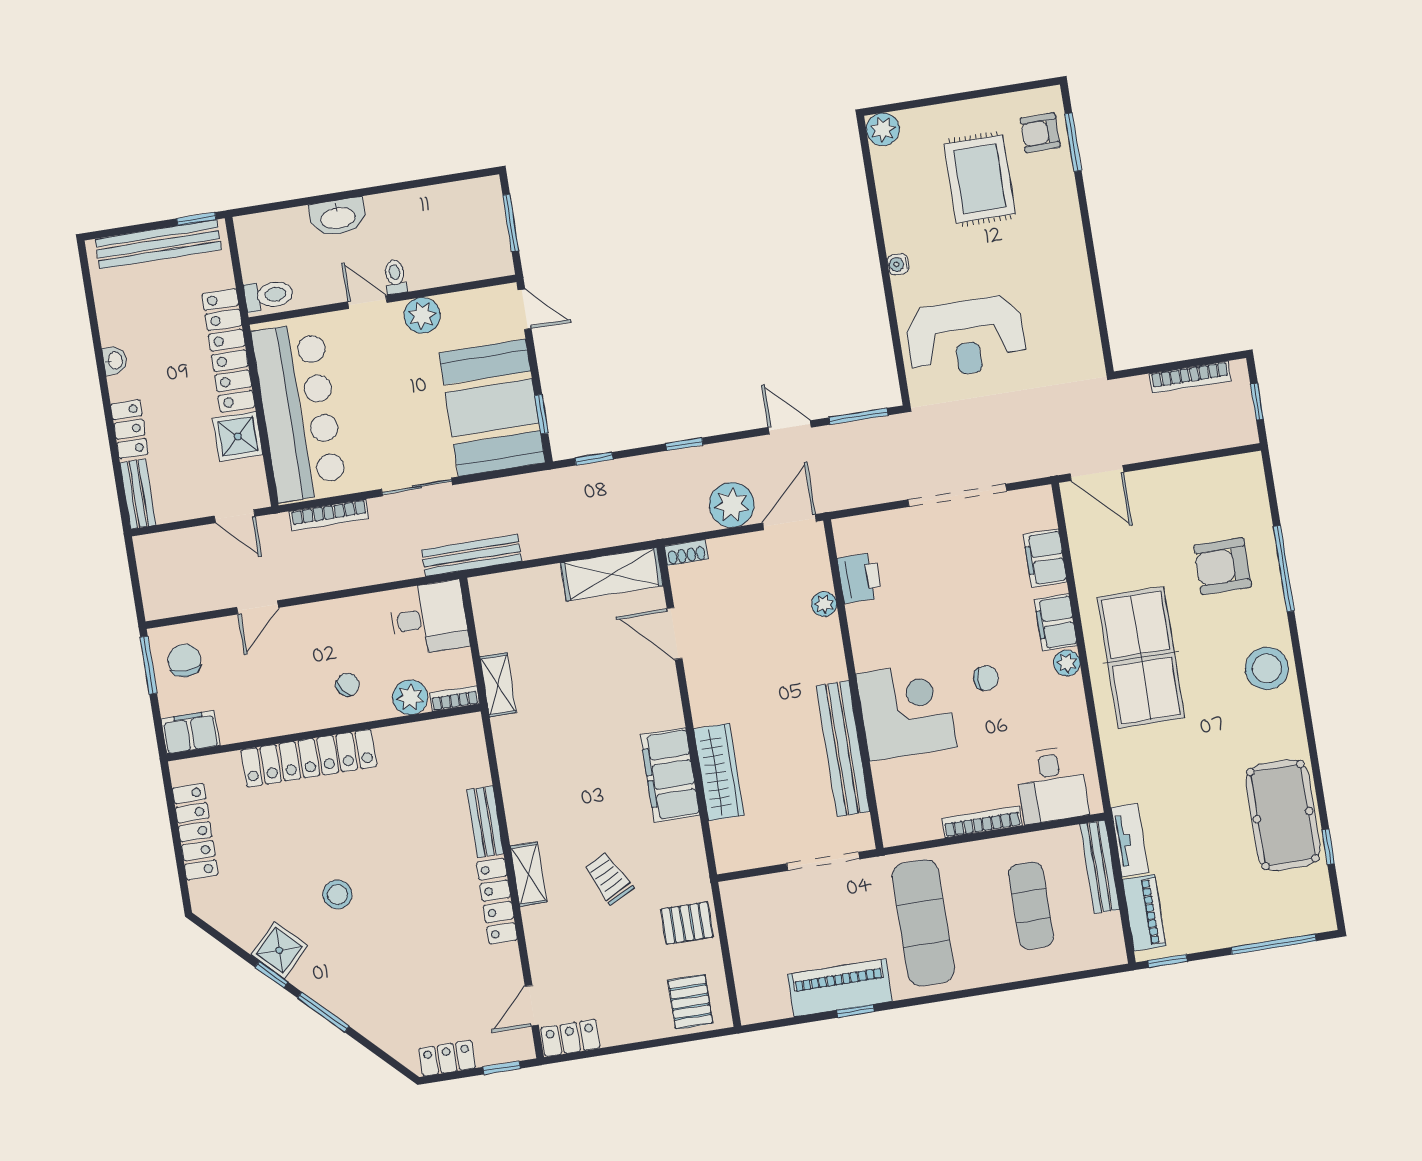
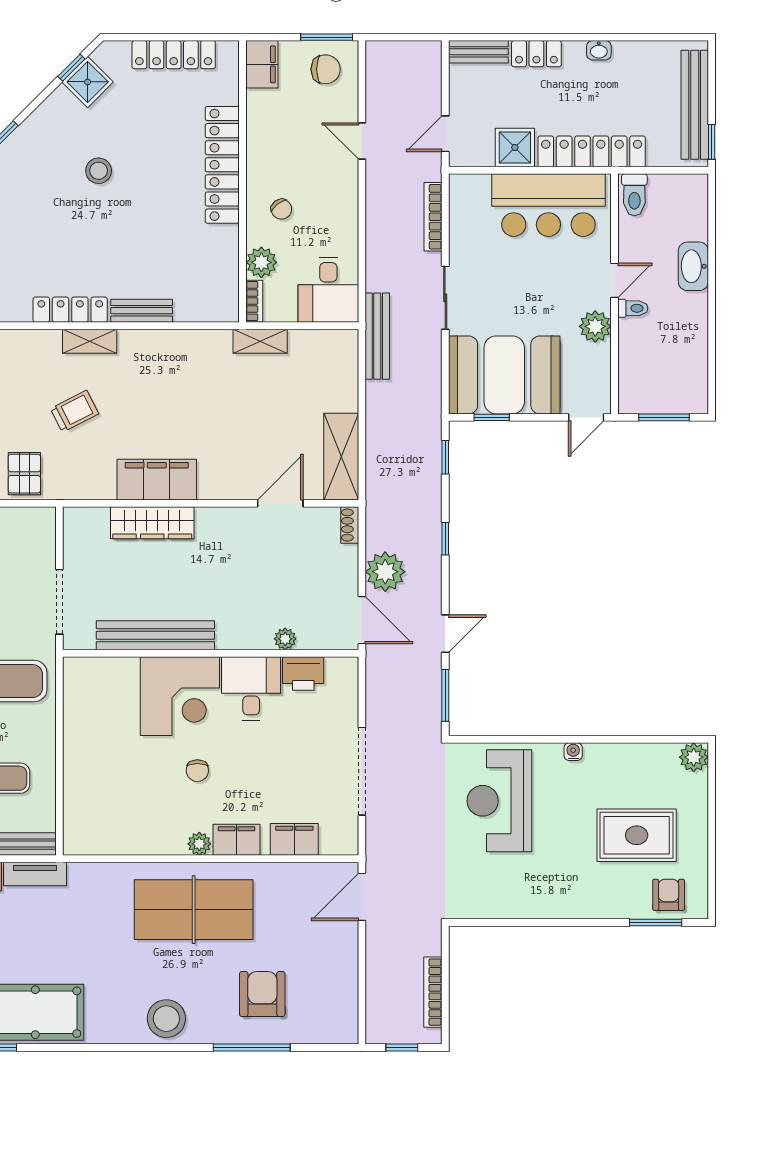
bar counter: (299, 412) -> (548, 205), width x0.73
desk: (1052, 785) -> (251, 688), moved, turned 90
bookcase: (982, 822) -> (72, 747), removed
shower: (279, 950) -> (88, 82), moved
window: (272, 975) -> (71, 68), moved

